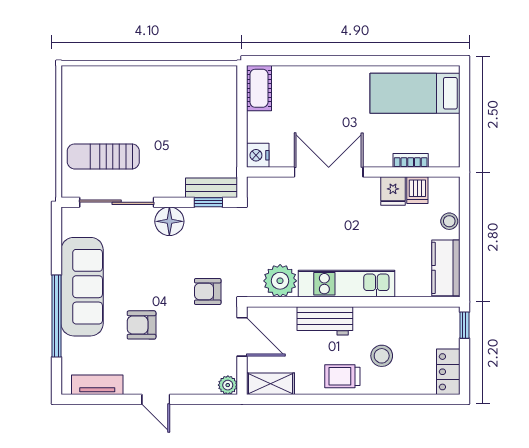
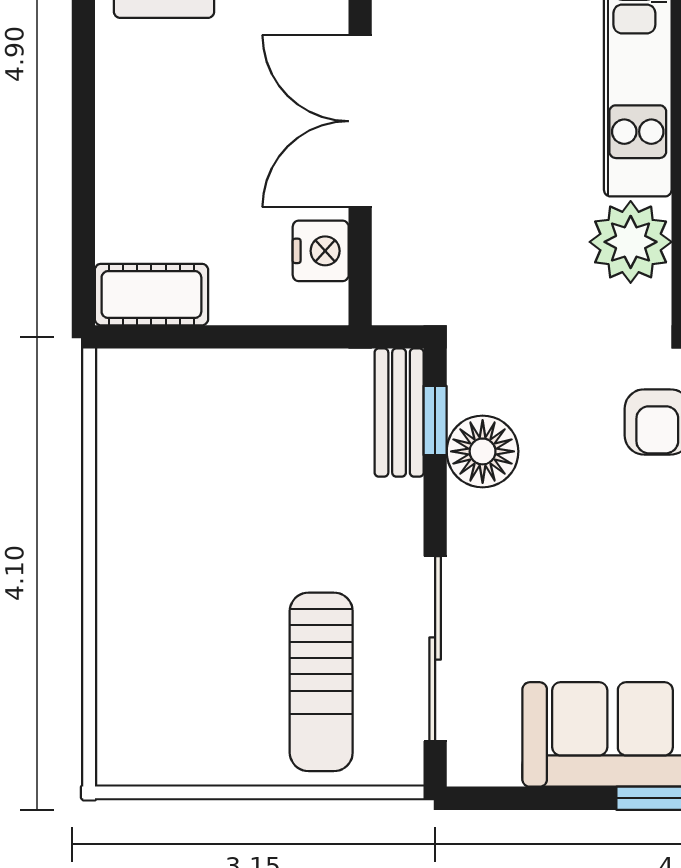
nightstand: (258, 155) -> (321, 251), moved, turned -90
floor lamp: (169, 221) -> (483, 451), moved

